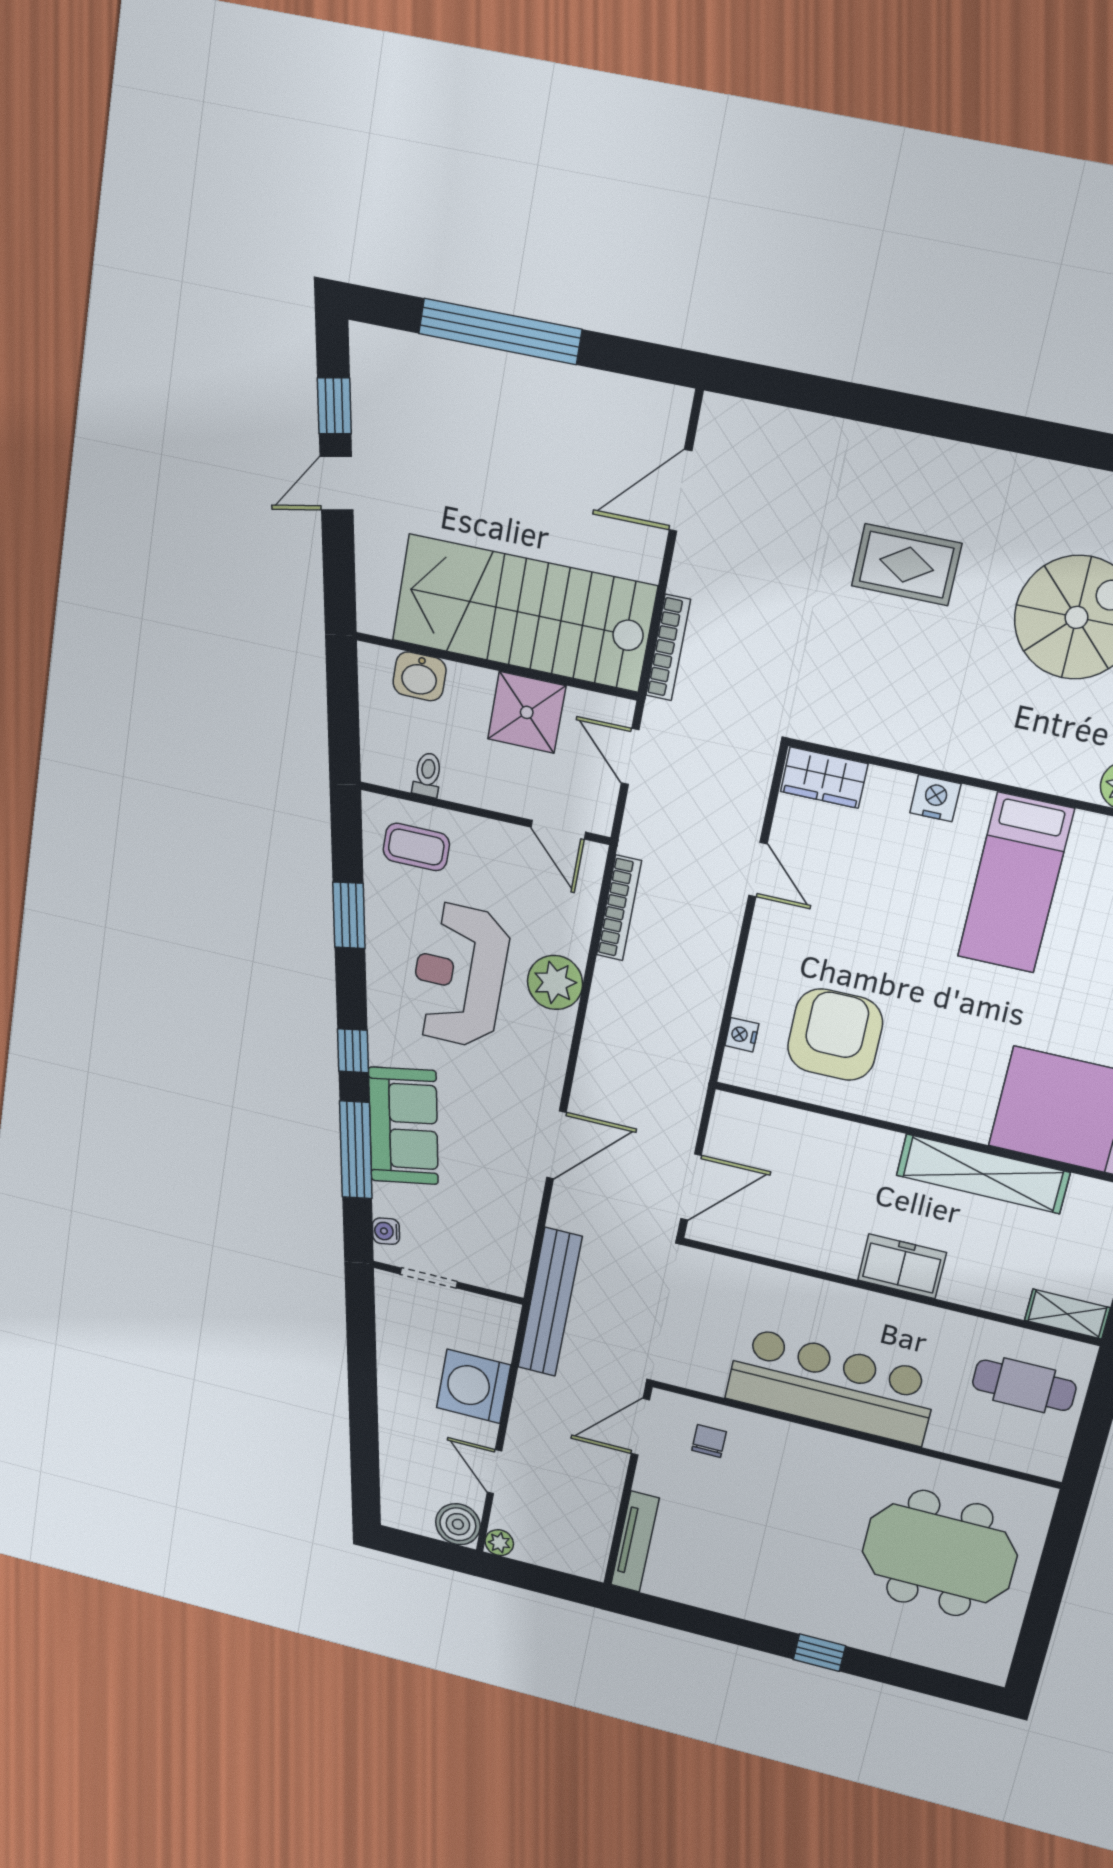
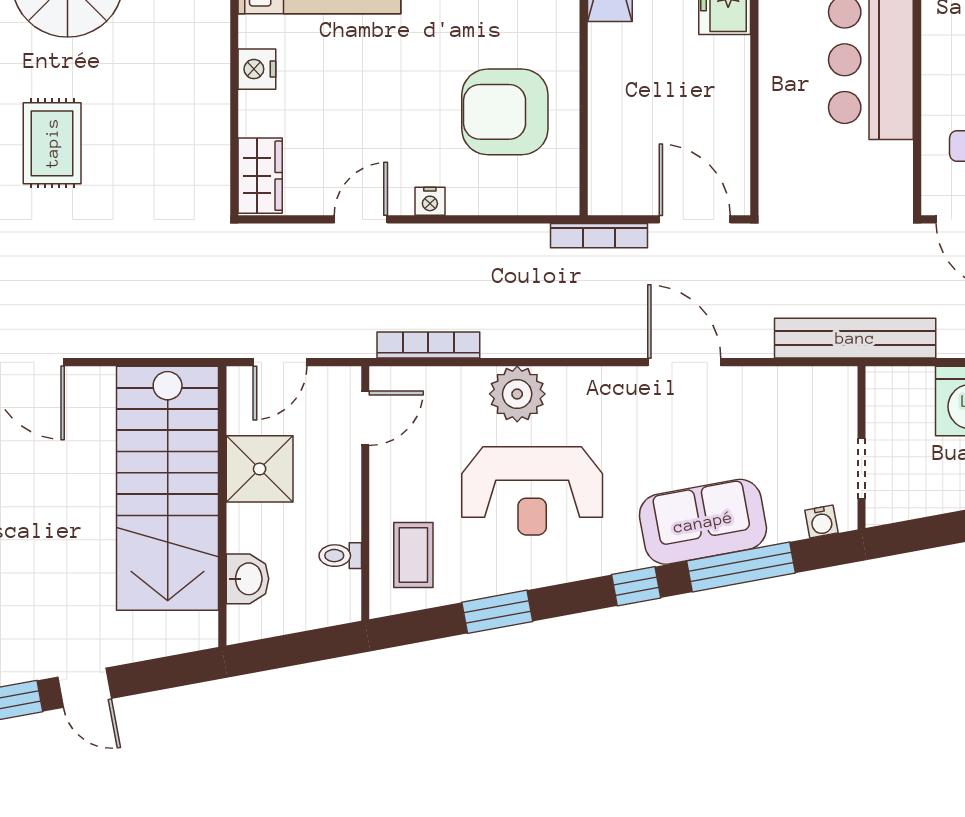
bookcase: (668, 648) -> (599, 236), moved, turned 180
nightstand: (742, 1035) -> (430, 201), moved

